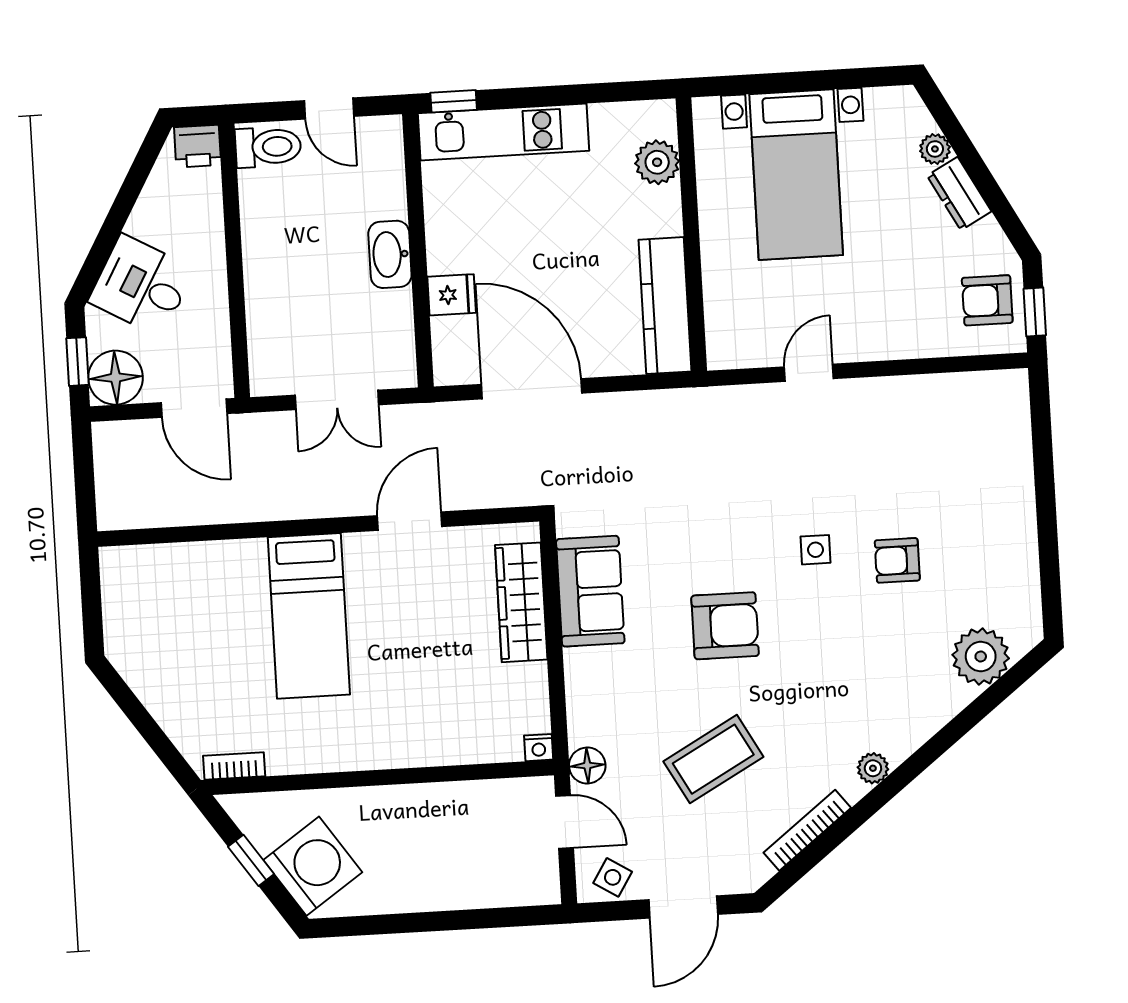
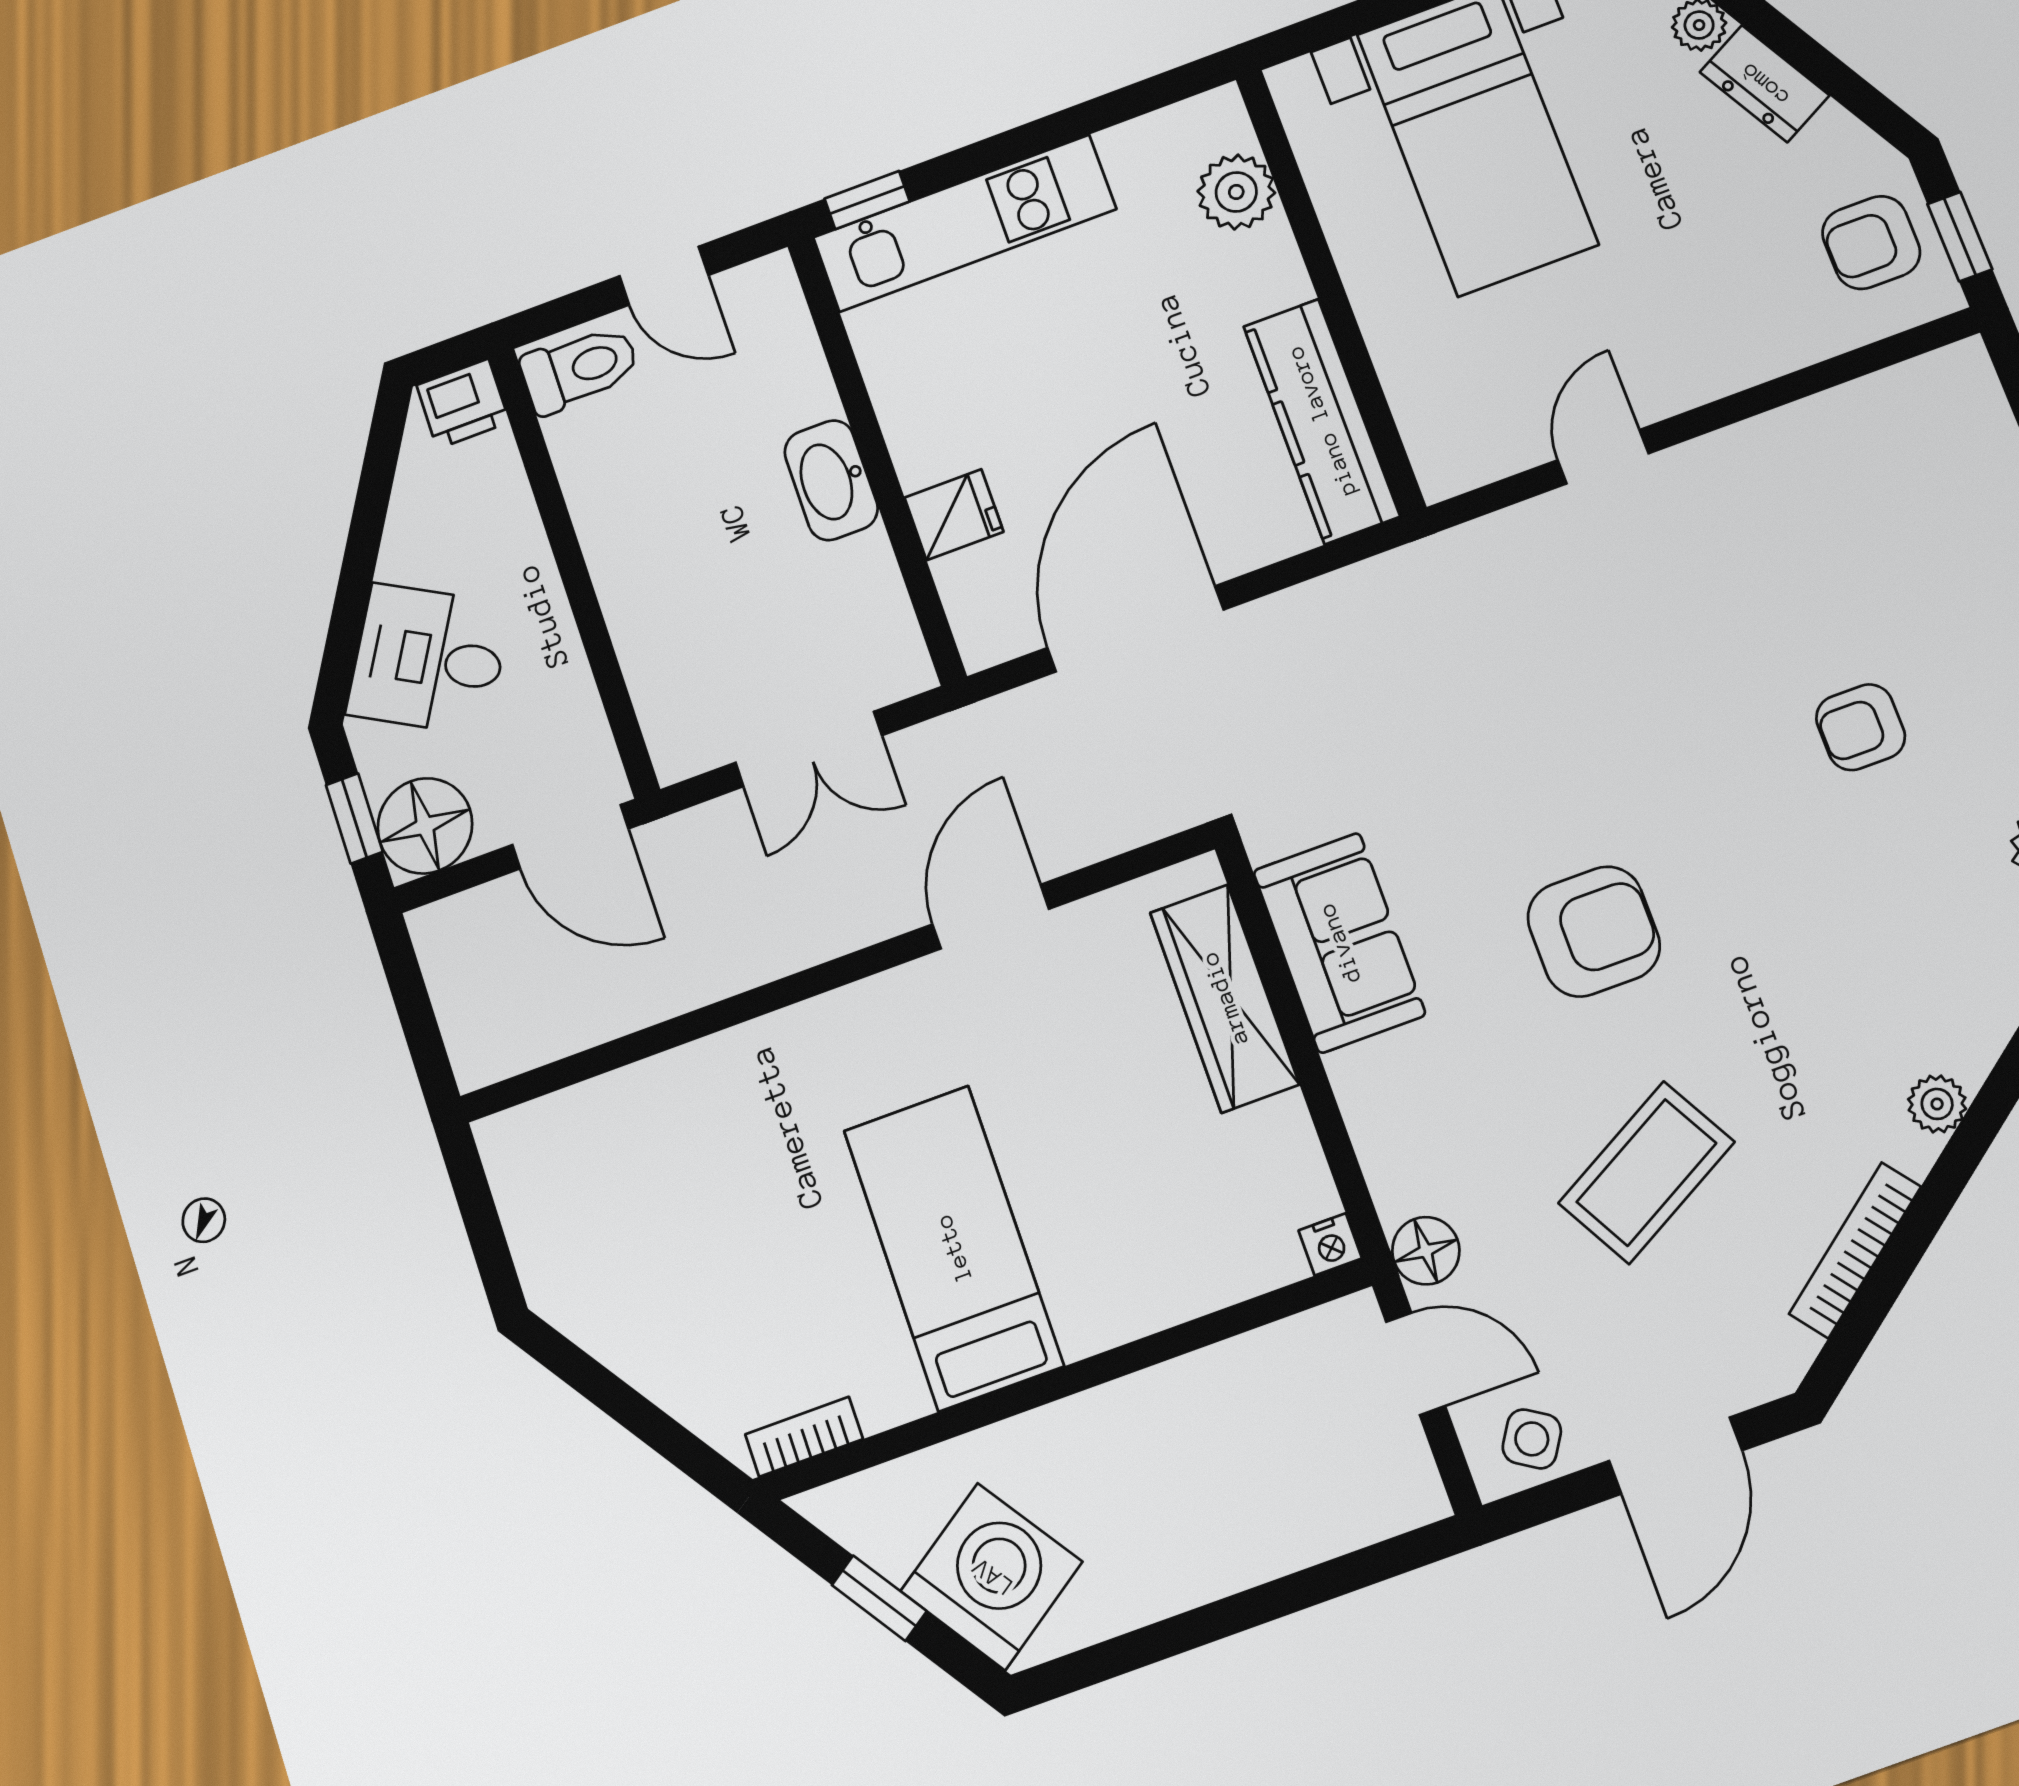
door: (532, 389) -> (1135, 629), hinge flipped
side table: (815, 550) -> (1711, 752), removed
bed: (309, 616) -> (953, 1248), moved, turned 180

